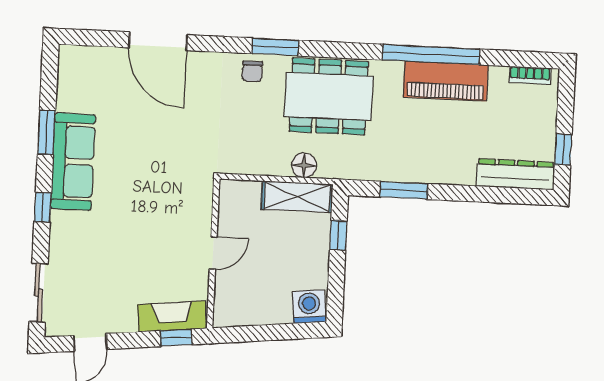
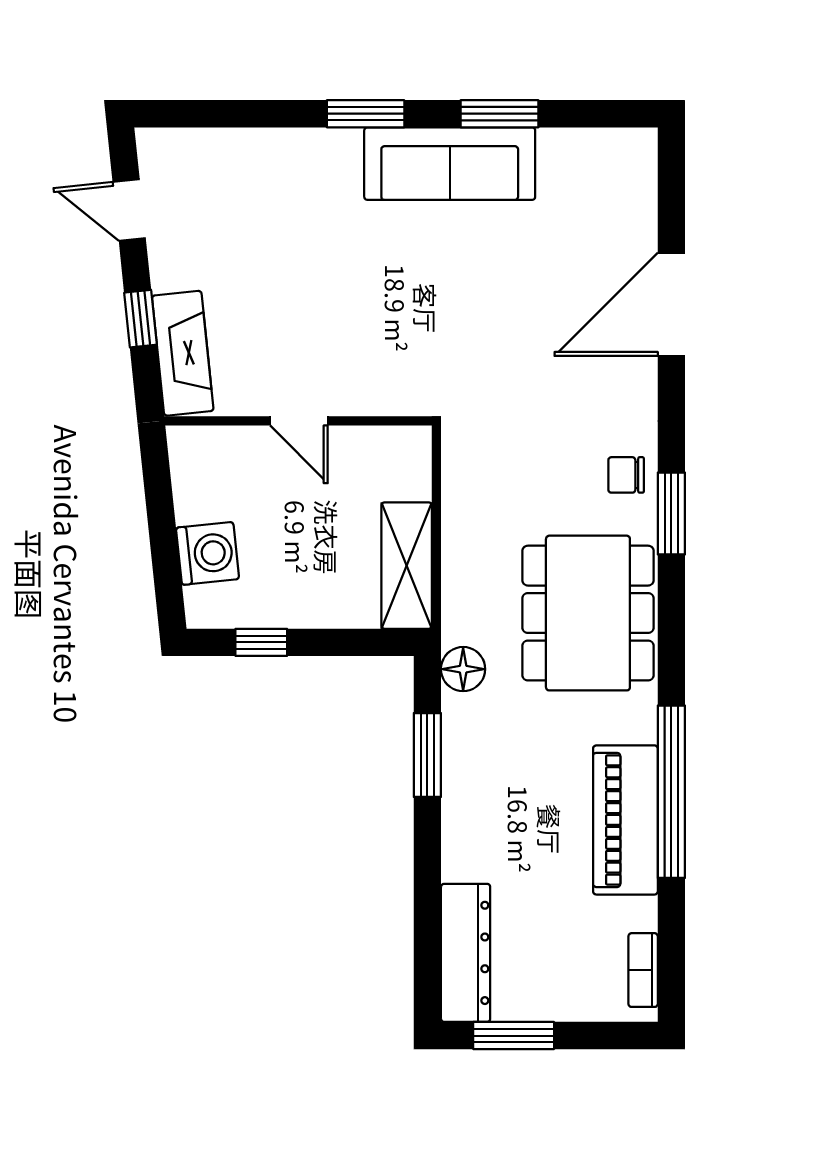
window: (563, 150) -> (514, 1036), width x1.50
floor lamp: (304, 165) -> (463, 669), moved
window: (43, 207) -> (366, 114), width x1.50
window: (338, 235) -> (261, 642), moved
sliding door: (39, 293) -> (213, 114), removed
washing machine: (309, 307) -> (207, 553), moved
window: (176, 338) -> (140, 319), moved

